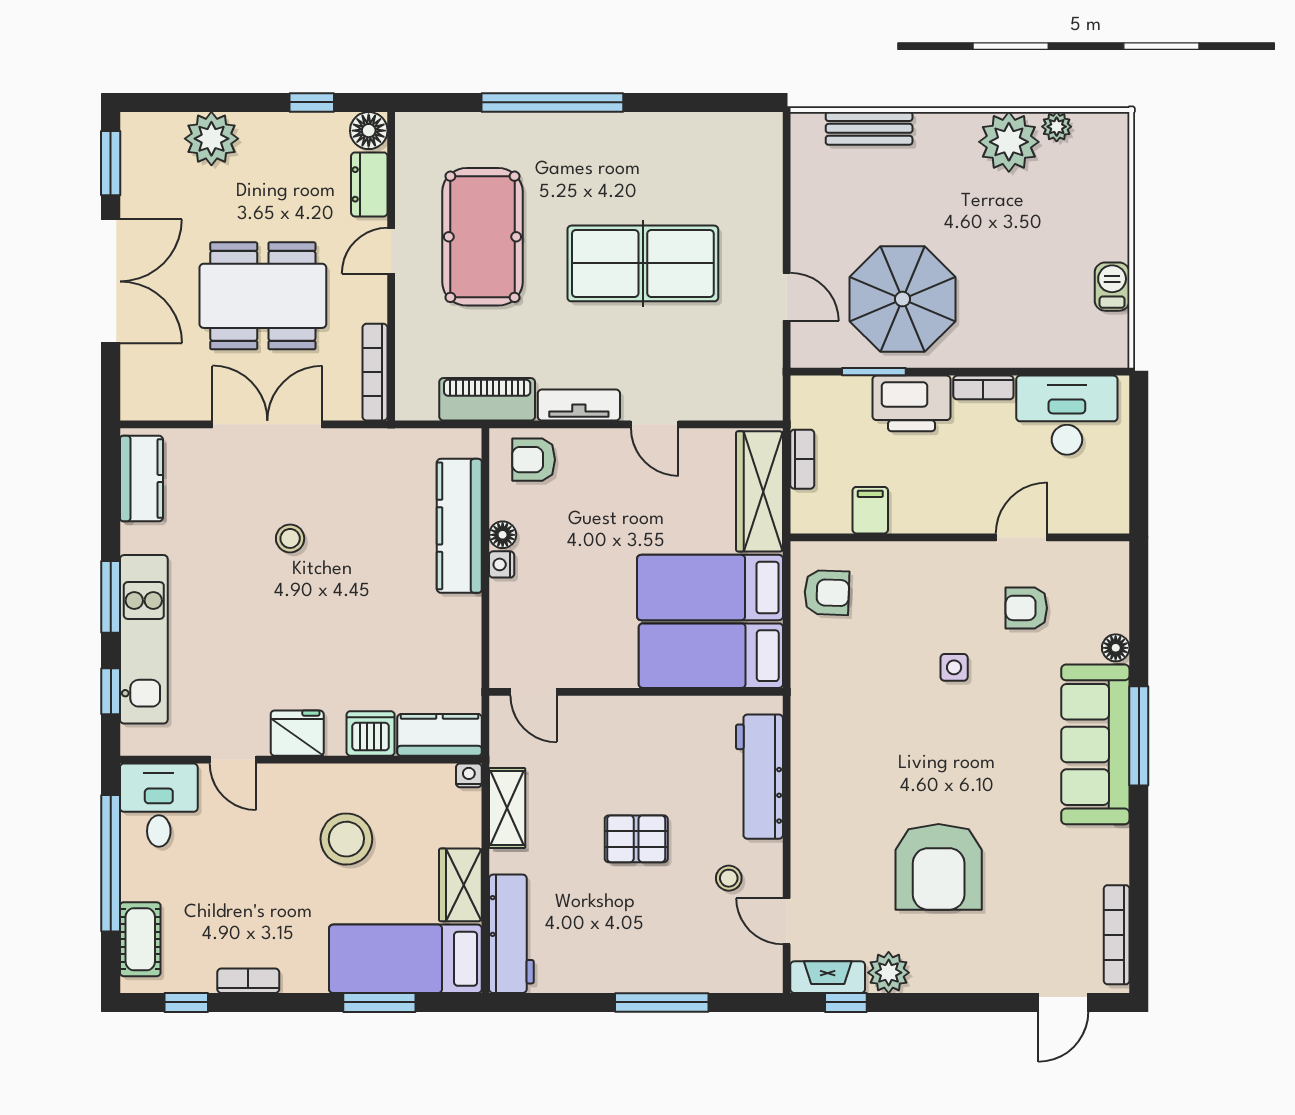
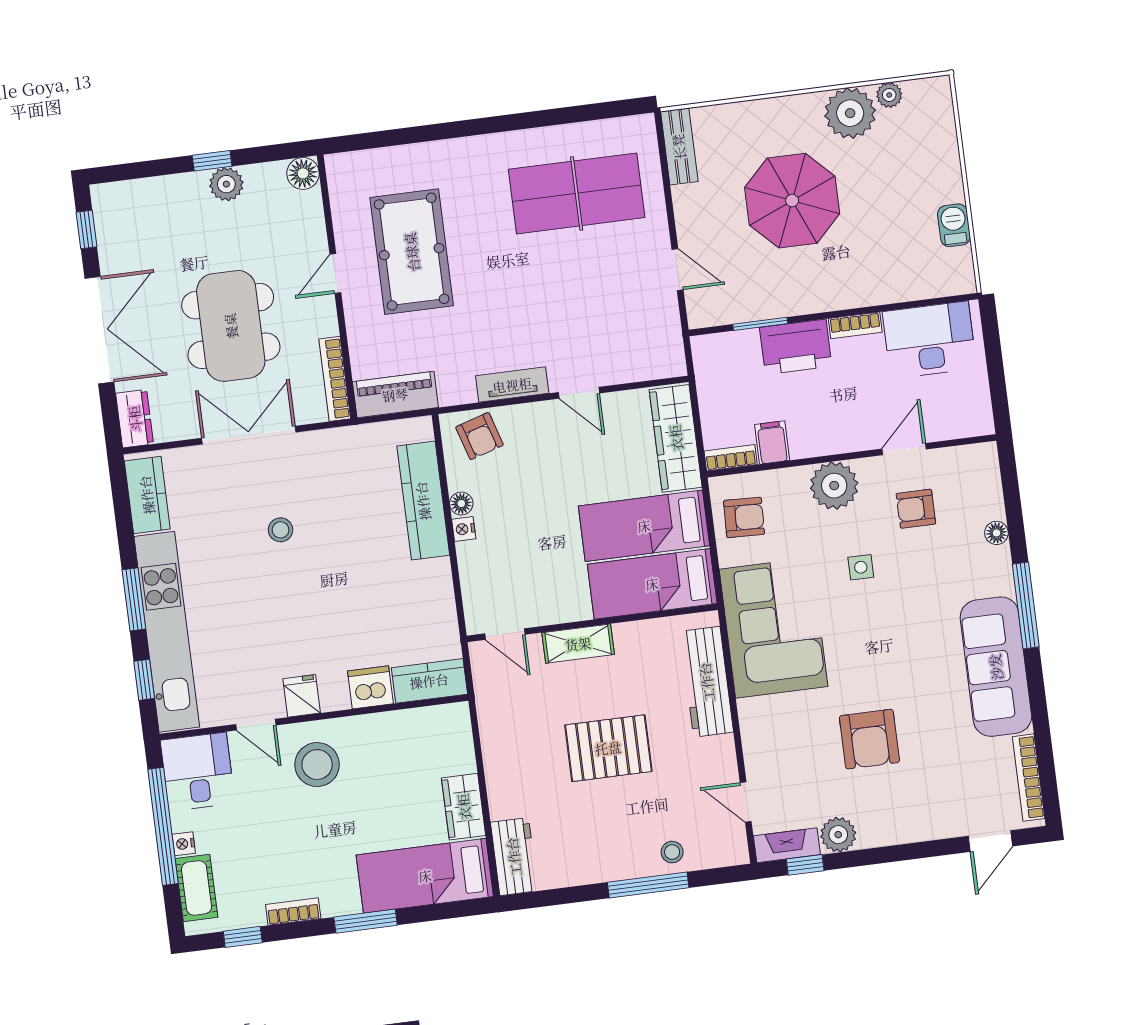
window: (312, 102) -> (212, 161), moved
window: (552, 102) -> (457, 129), removed
bench: (869, 128) -> (679, 147), moved, turned 90
plant: (211, 139) -> (226, 184), moved, width x0.73, depth x0.73
window: (111, 163) -> (87, 229), width x0.67
dresser: (369, 184) -> (135, 419), moved, turned 180
table tennis table: (643, 263) -> (577, 193), moved
dining table: (263, 296) -> (231, 326), turned 90
parasol: (903, 299) -> (792, 201), moved
piano: (487, 399) -> (395, 395), moved
bookcase: (802, 459) -> (731, 458), moved, turned -90
armchair: (534, 460) -> (480, 436), turned -107
plant: (935, 569) -> (834, 486), added
kitchen unit: (144, 639) -> (167, 632), width x1.36
corner sofa: (844, 724) -> (774, 628), added
fridge: (297, 733) -> (302, 696), width x0.72
sofa: (1095, 744) -> (996, 667), moved
nightstand: (469, 775) -> (184, 844), moved, turned -90
shelving: (507, 808) -> (578, 644), moved, turned 90
stool: (346, 839) -> (317, 765), moved
pallet: (636, 839) -> (608, 748), width x1.50, depth x1.42
armchair: (939, 867) -> (869, 739), width x0.73, depth x0.73
stool: (729, 878) -> (672, 852), moved
workbench: (511, 934) -> (514, 857), width x0.73
window: (379, 1002) -> (366, 921), moved

